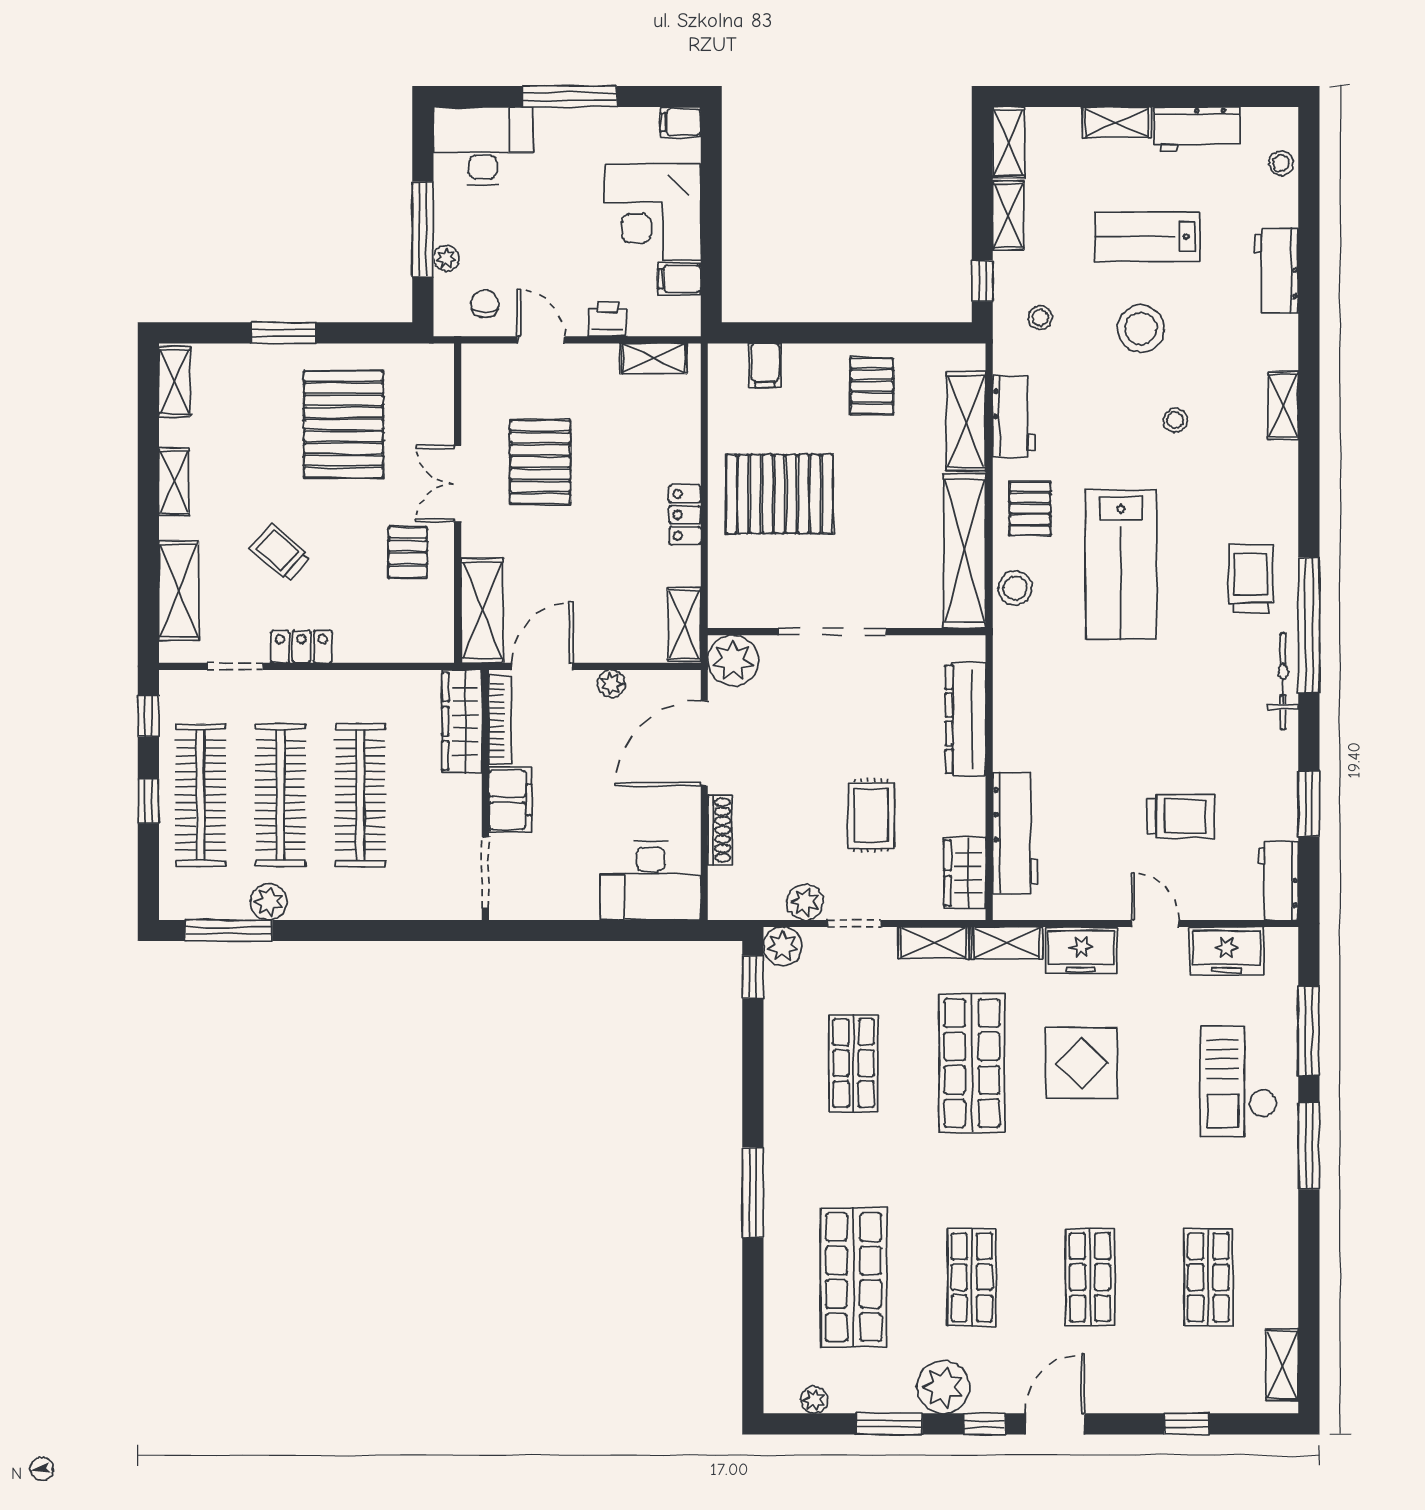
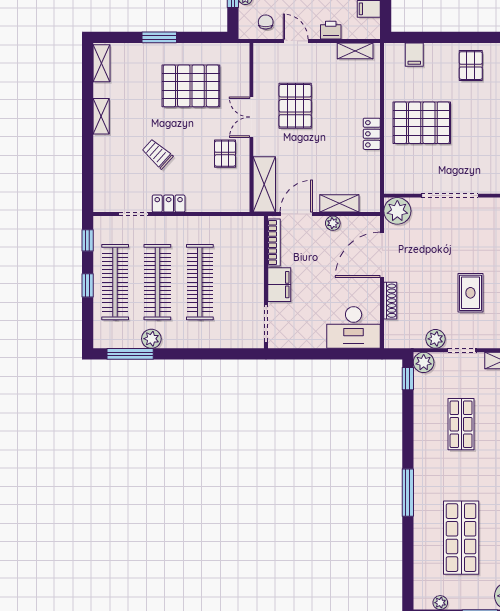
pallet: (344, 424) -> (191, 86), turned 90
shelving: (179, 590) -> (104, 174), removed
shelving: (684, 625) -> (339, 203), moved, turned 90
wardrobe: (462, 721) -> (254, 243), removed

